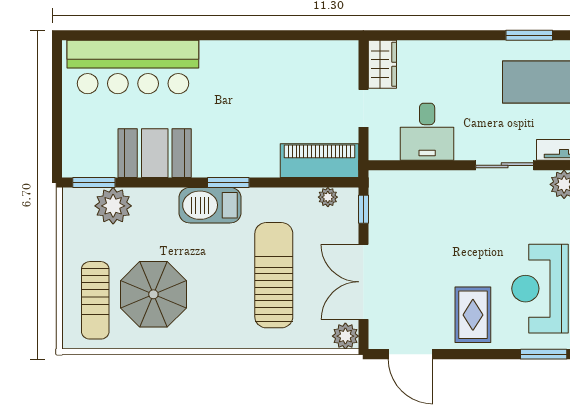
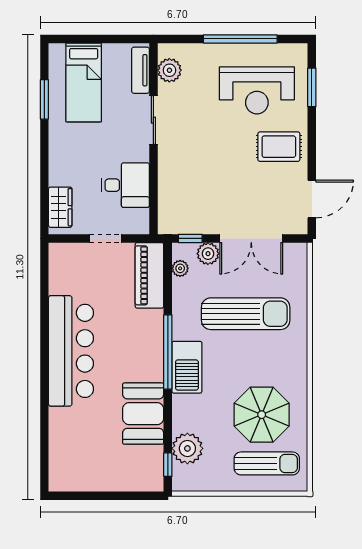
wardrobe: (382, 64) -> (60, 207), moved, turned 90
bar counter: (133, 67) -> (71, 351), moved
window: (94, 182) -> (168, 465), width x0.67
window: (228, 182) -> (168, 352), width x2.11
sun lounger: (274, 275) -> (246, 314), turned 180
plant: (345, 336) -> (208, 254), moved

